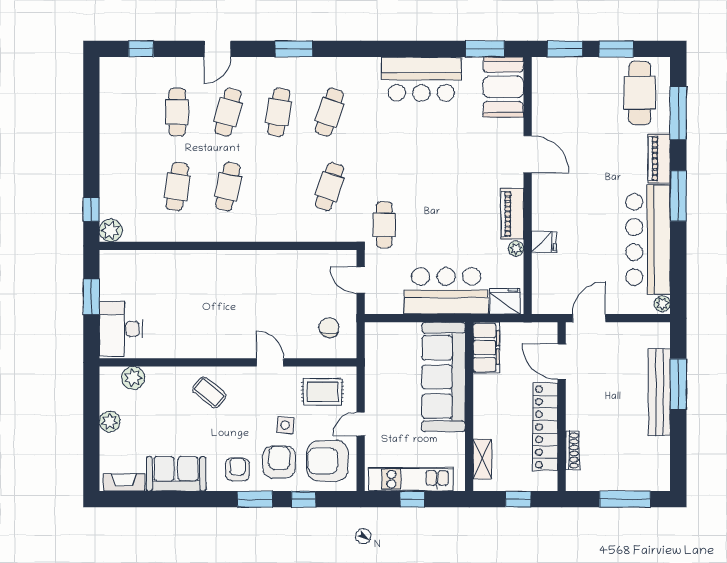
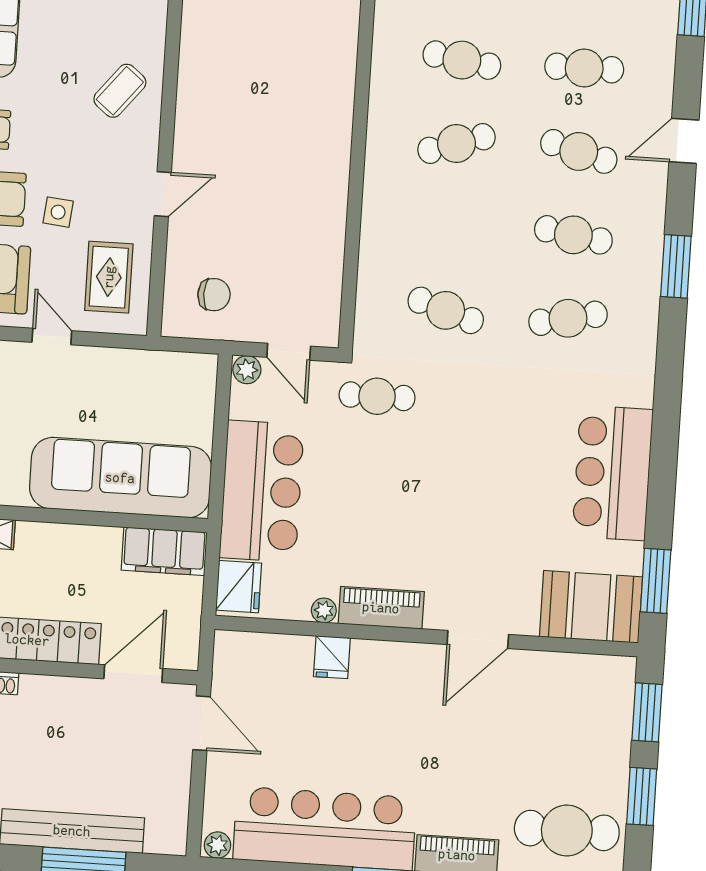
door: (218, 49) -> (684, 141), hinge flipped
cafe table: (329, 112) -> (568, 318), turned -30
cafe table: (228, 187) -> (456, 144), turned -30
door: (361, 280) -> (289, 352), swing flipped
plant: (373, 305) -> (247, 370), added

